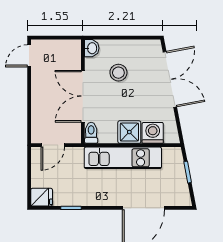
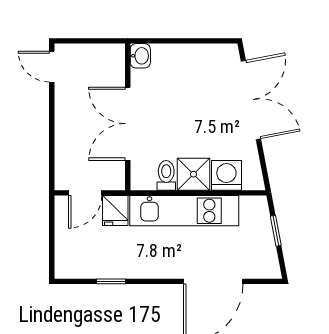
door: (29, 56) -> (52, 67), hinge flipped
stool: (118, 73) -> (178, 90), removed
toilet: (91, 133) -> (166, 175), moved
fridge: (42, 197) -> (115, 210), moved, turned 90

